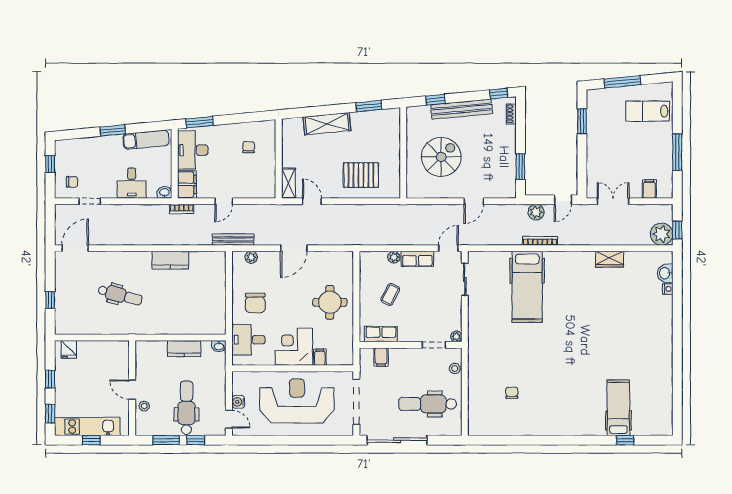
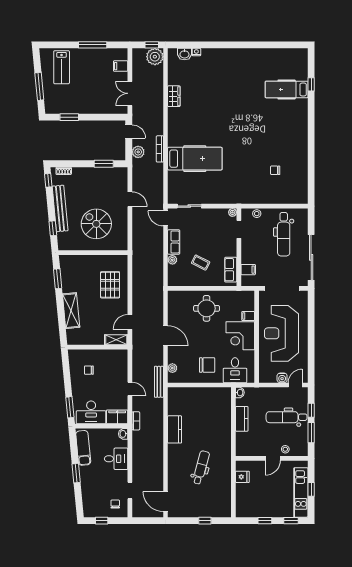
fridge: (69, 349) -> (242, 477), moved

